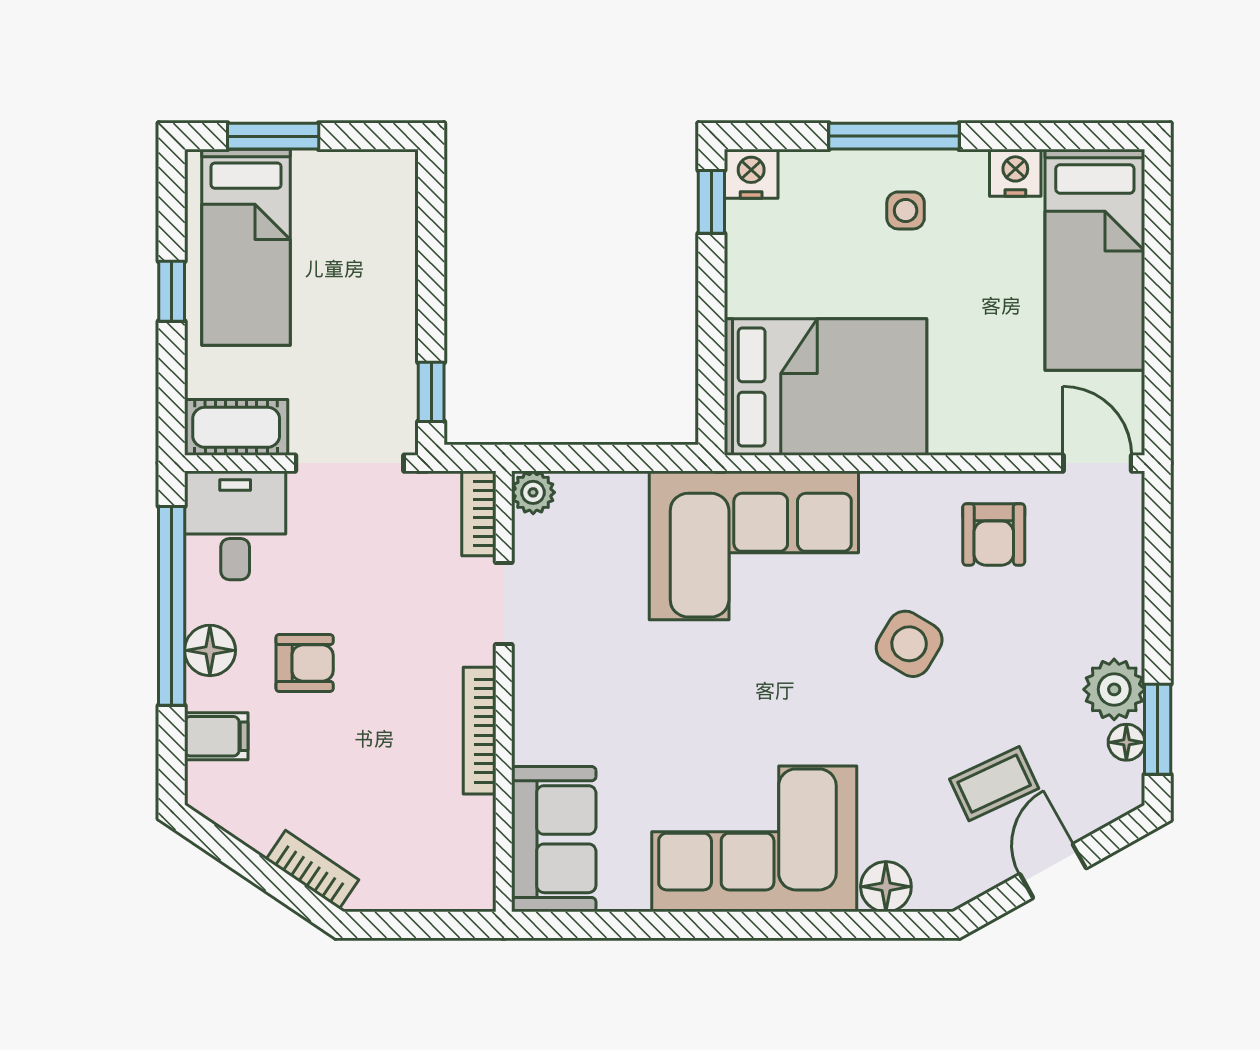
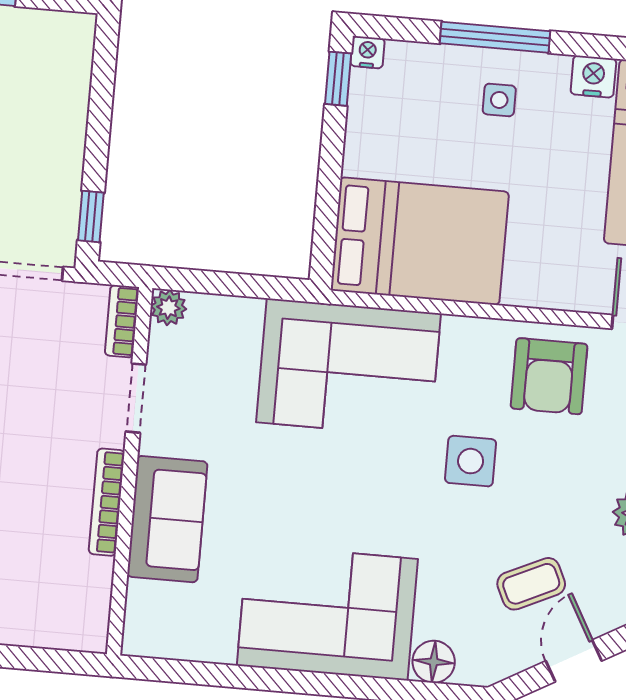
nightstand: (751, 174) -> (367, 52), width x0.72, depth x0.74
armchair: (994, 534) -> (549, 376), width x1.38, depth x1.38
side table: (909, 644) -> (471, 461), turned -31
sofa: (554, 839) -> (167, 519), moved

